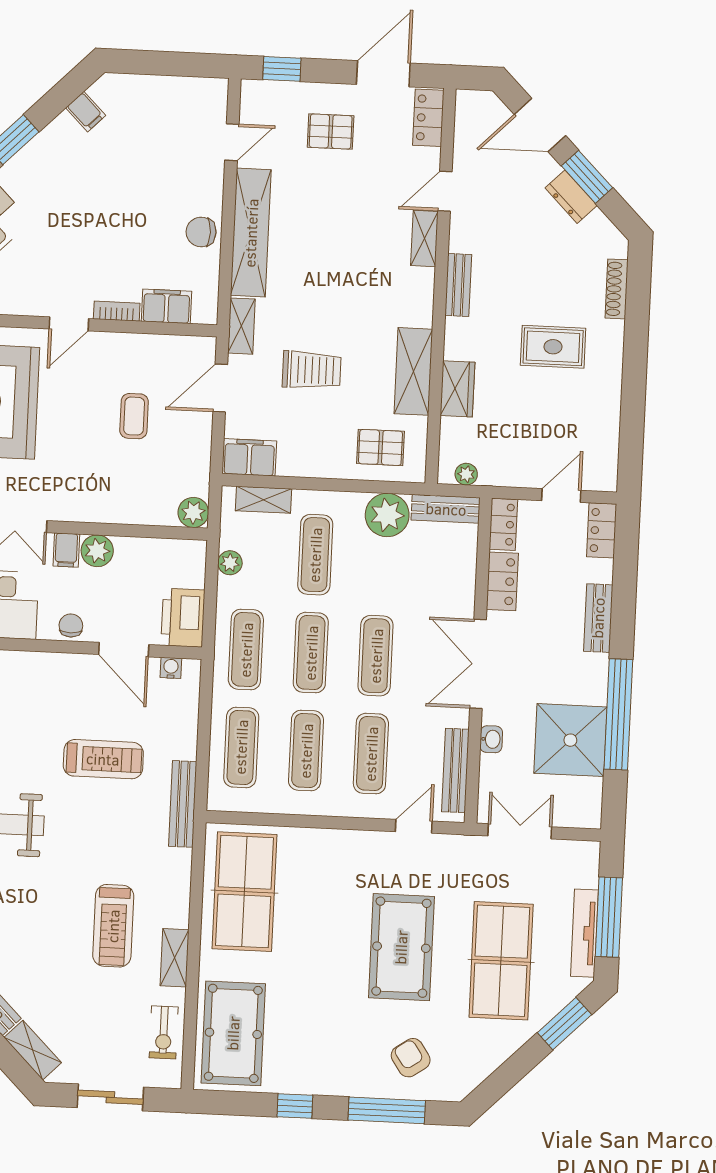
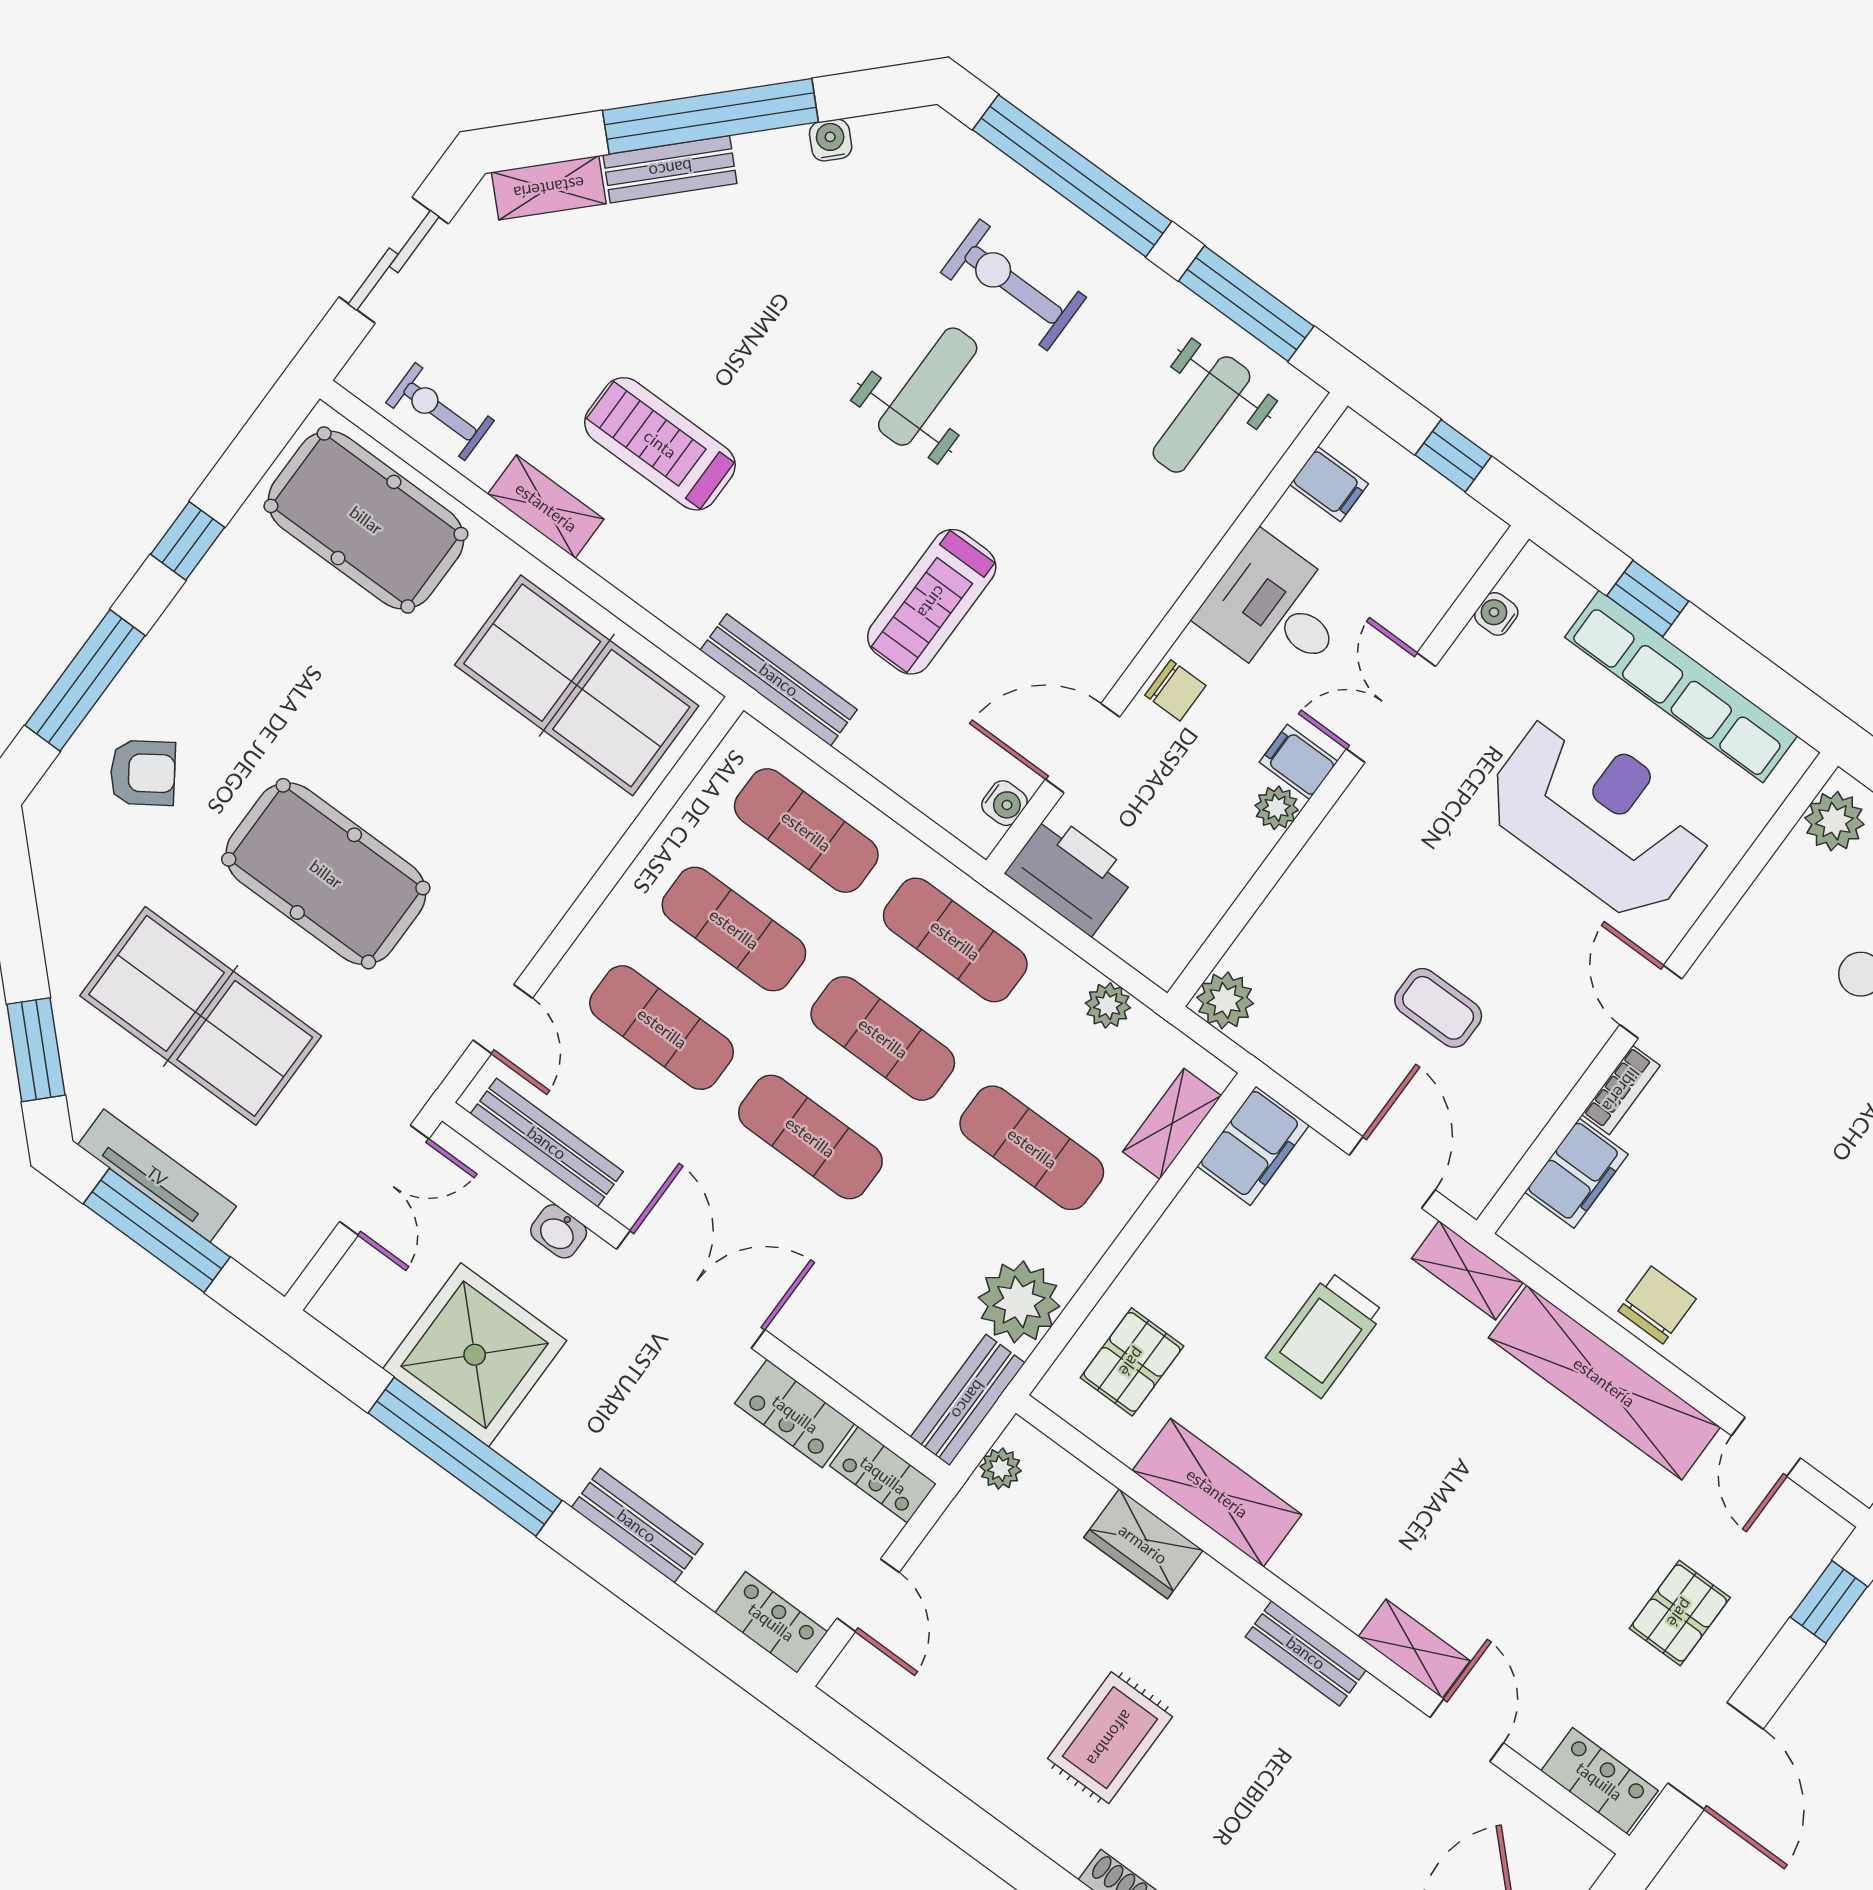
plant: (97, 551) -> (1277, 808), width x0.73, depth x0.73

